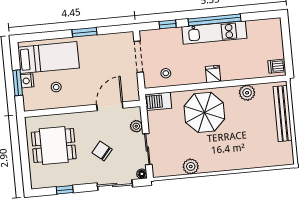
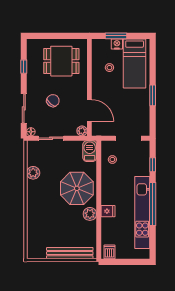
kitchen unit: (214, 33) -> (142, 212), width x1.36
fridge: (213, 74) -> (108, 211), moved
plant: (247, 93) -> (90, 214), moved
plant: (136, 126) -> (82, 131), moved
dining table: (54, 145) -> (61, 61), turned 90

